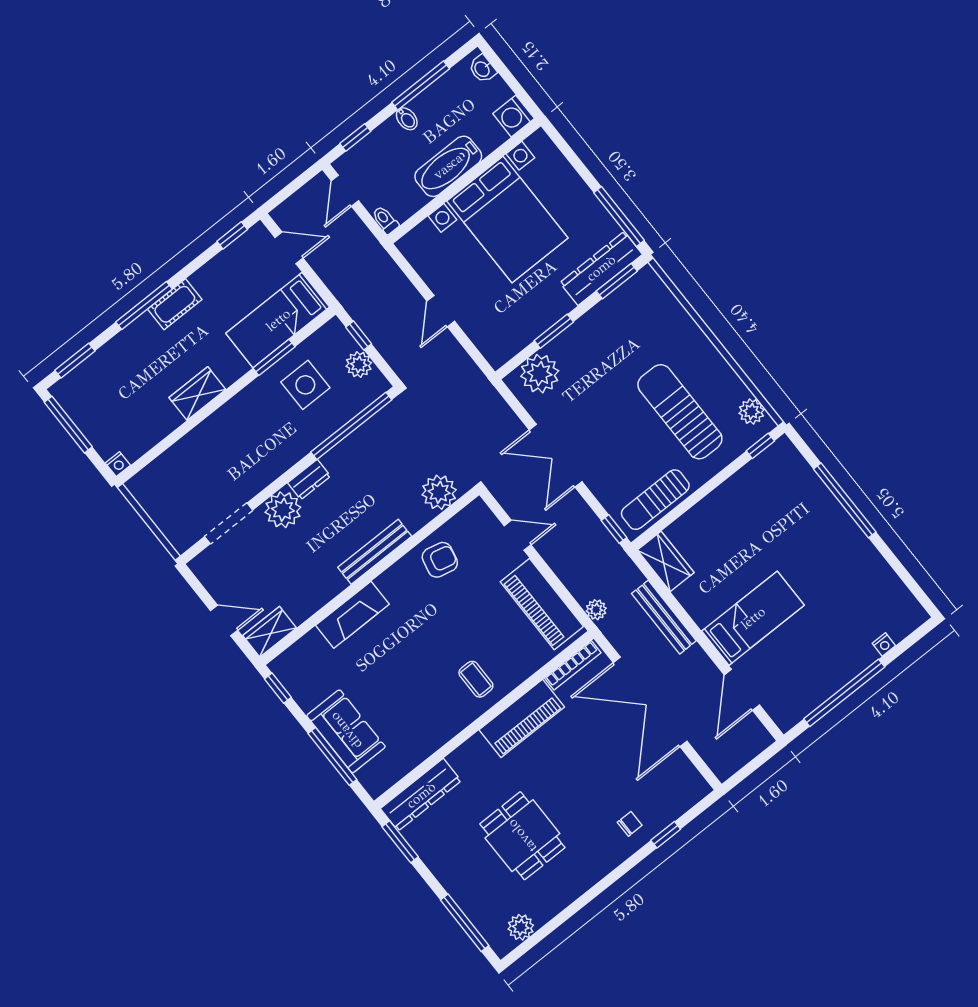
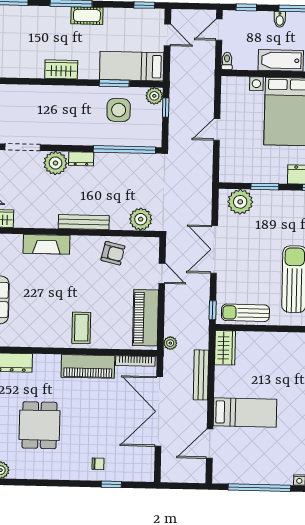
plant: (359, 365) -> (154, 96), moved
coffee table: (476, 679) -> (81, 328), width x1.36, depth x1.30

